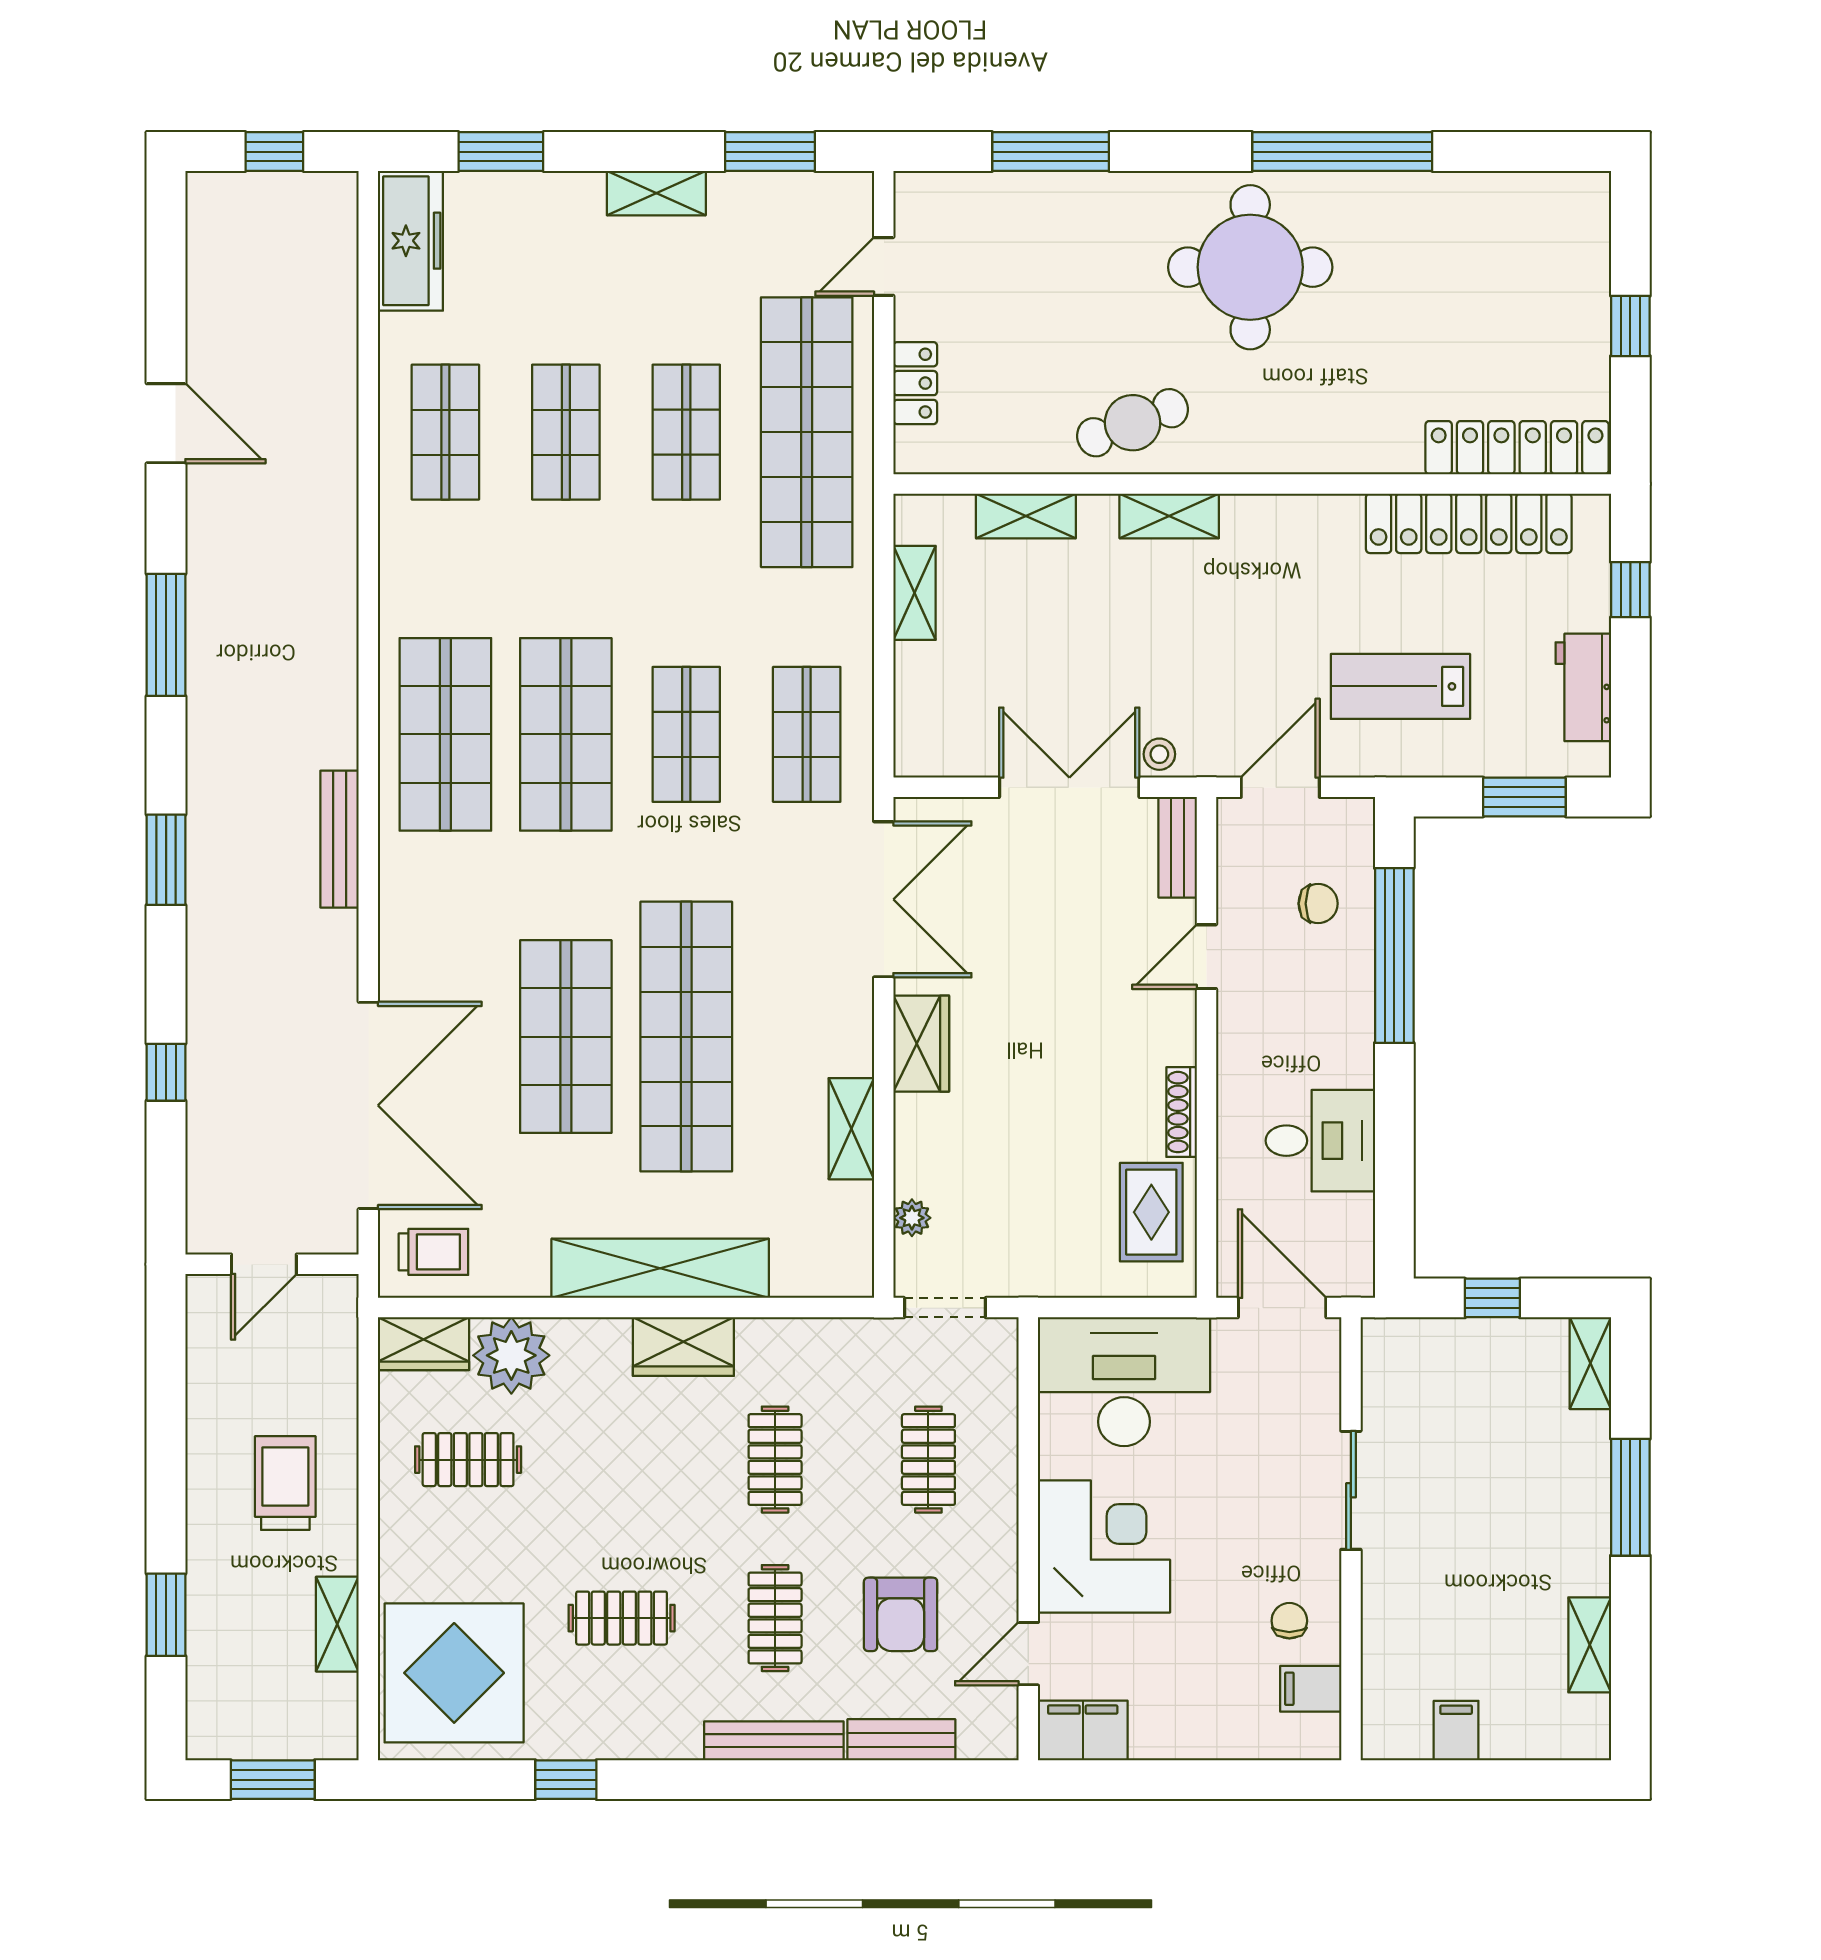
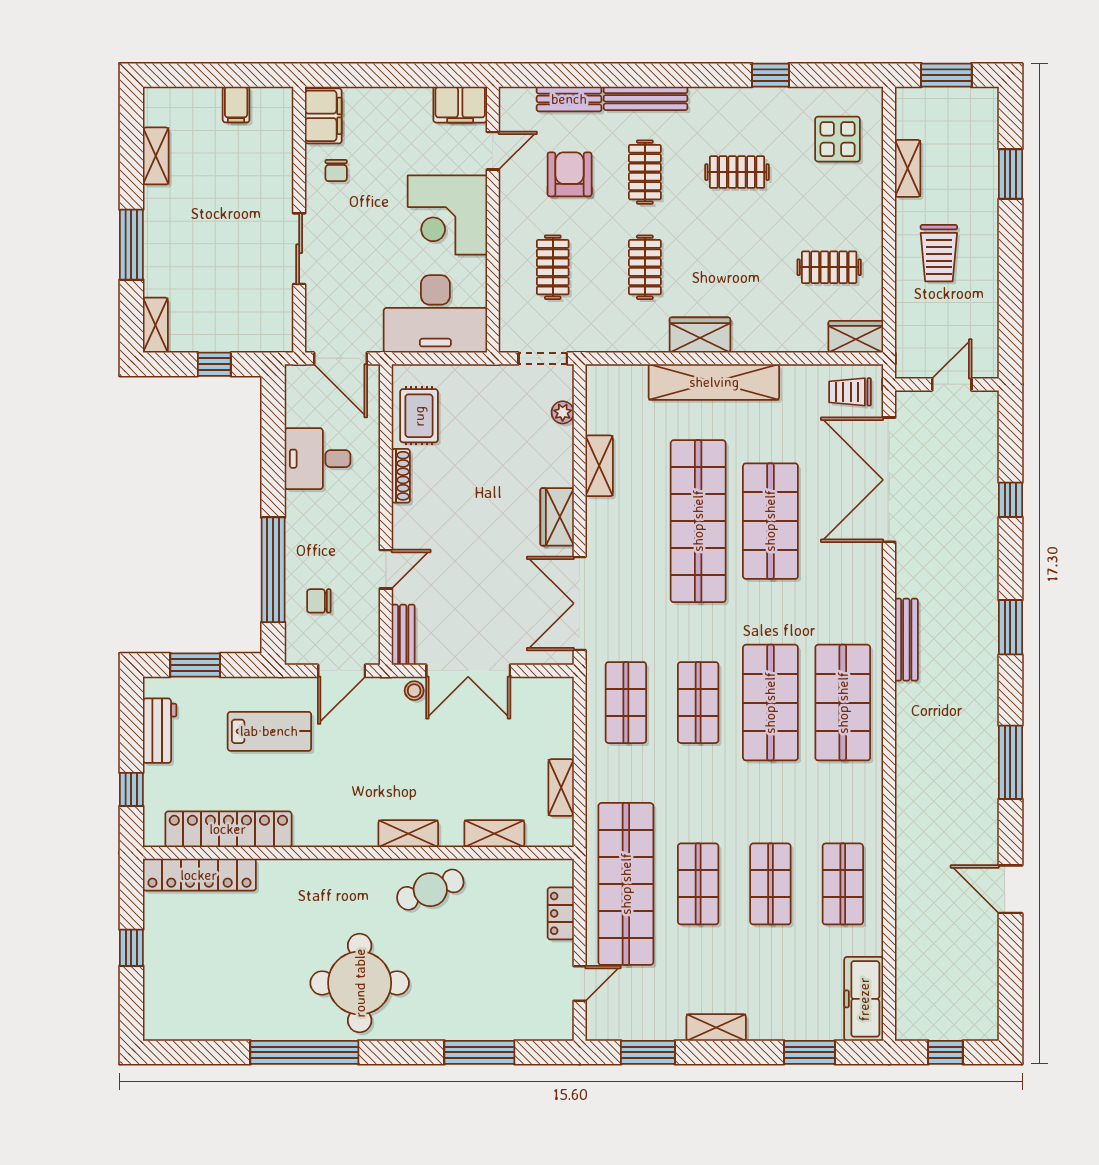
plant: (511, 1355) -> (803, 330), removed
display table: (454, 1673) -> (838, 139), width x0.54, depth x0.54
filing cabinet: (1311, 1689) -> (323, 116), width x2.00

